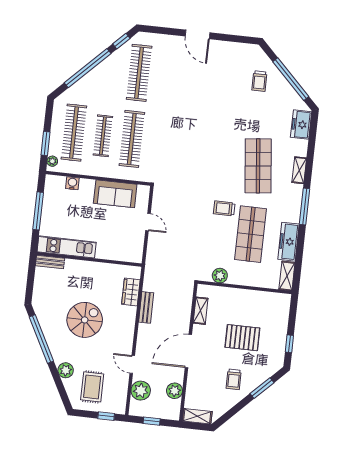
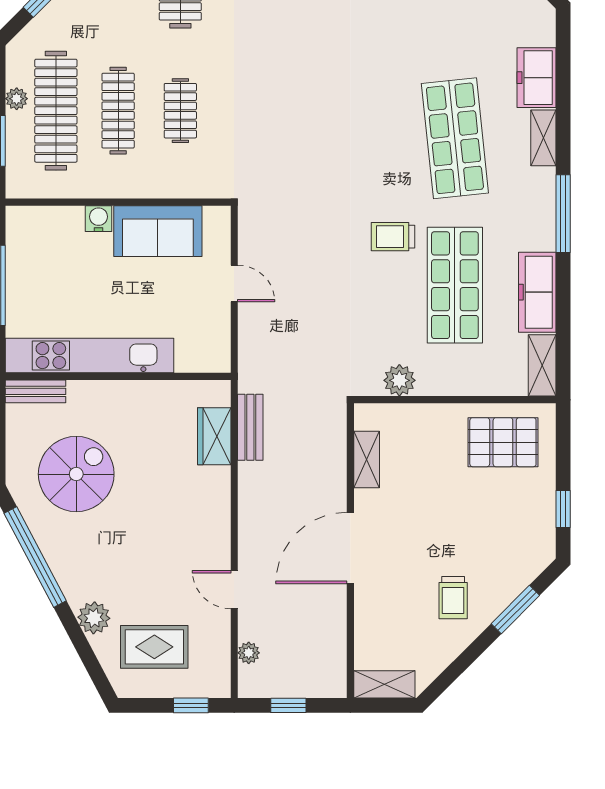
freezer: (301, 125) -> (537, 78), moved
clothes rail: (132, 139) -> (180, 111), width x0.54, depth x0.76
plant: (52, 161) -> (17, 99), moved
water cooler: (72, 183) -> (98, 219), moved
kitchen unit: (67, 247) -> (90, 356), width x1.36
bench: (146, 307) -> (250, 427), moved
spiral stairs: (85, 320) -> (76, 474), moved
pallet: (242, 338) -> (503, 442), moved
rug: (92, 387) -> (154, 647), turned 90
plant: (141, 391) -> (249, 653), width x0.53, depth x0.53
plant: (175, 391) -> (330, 636), removed

